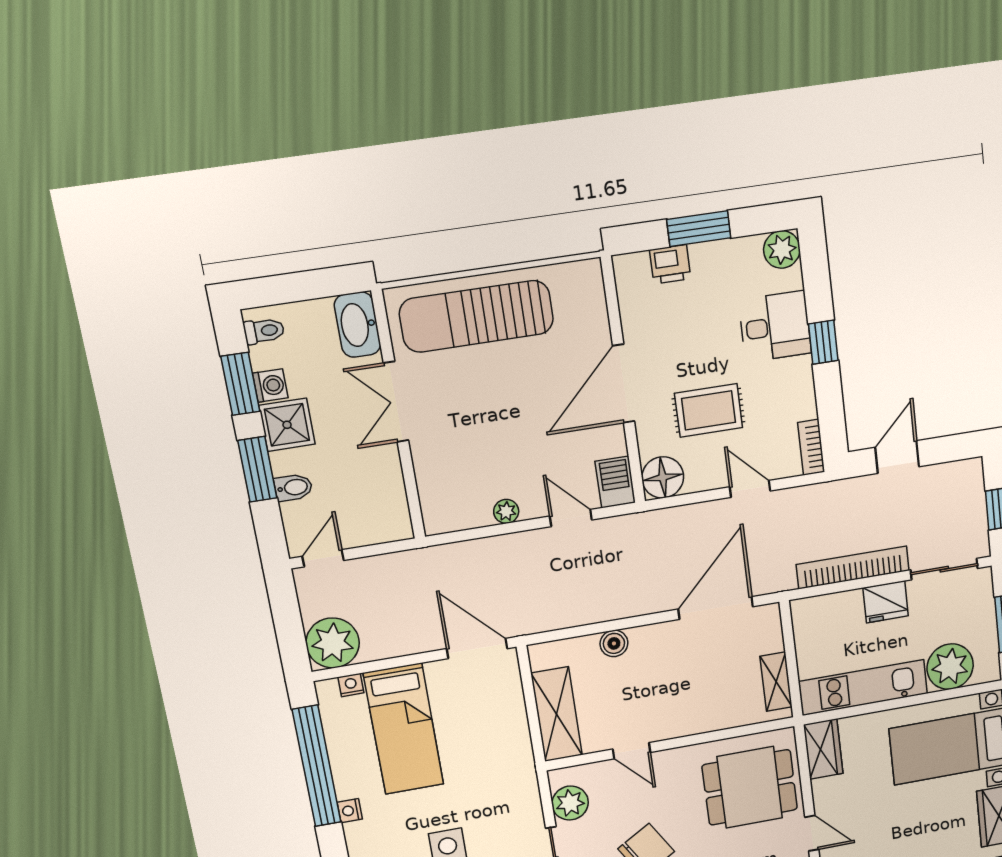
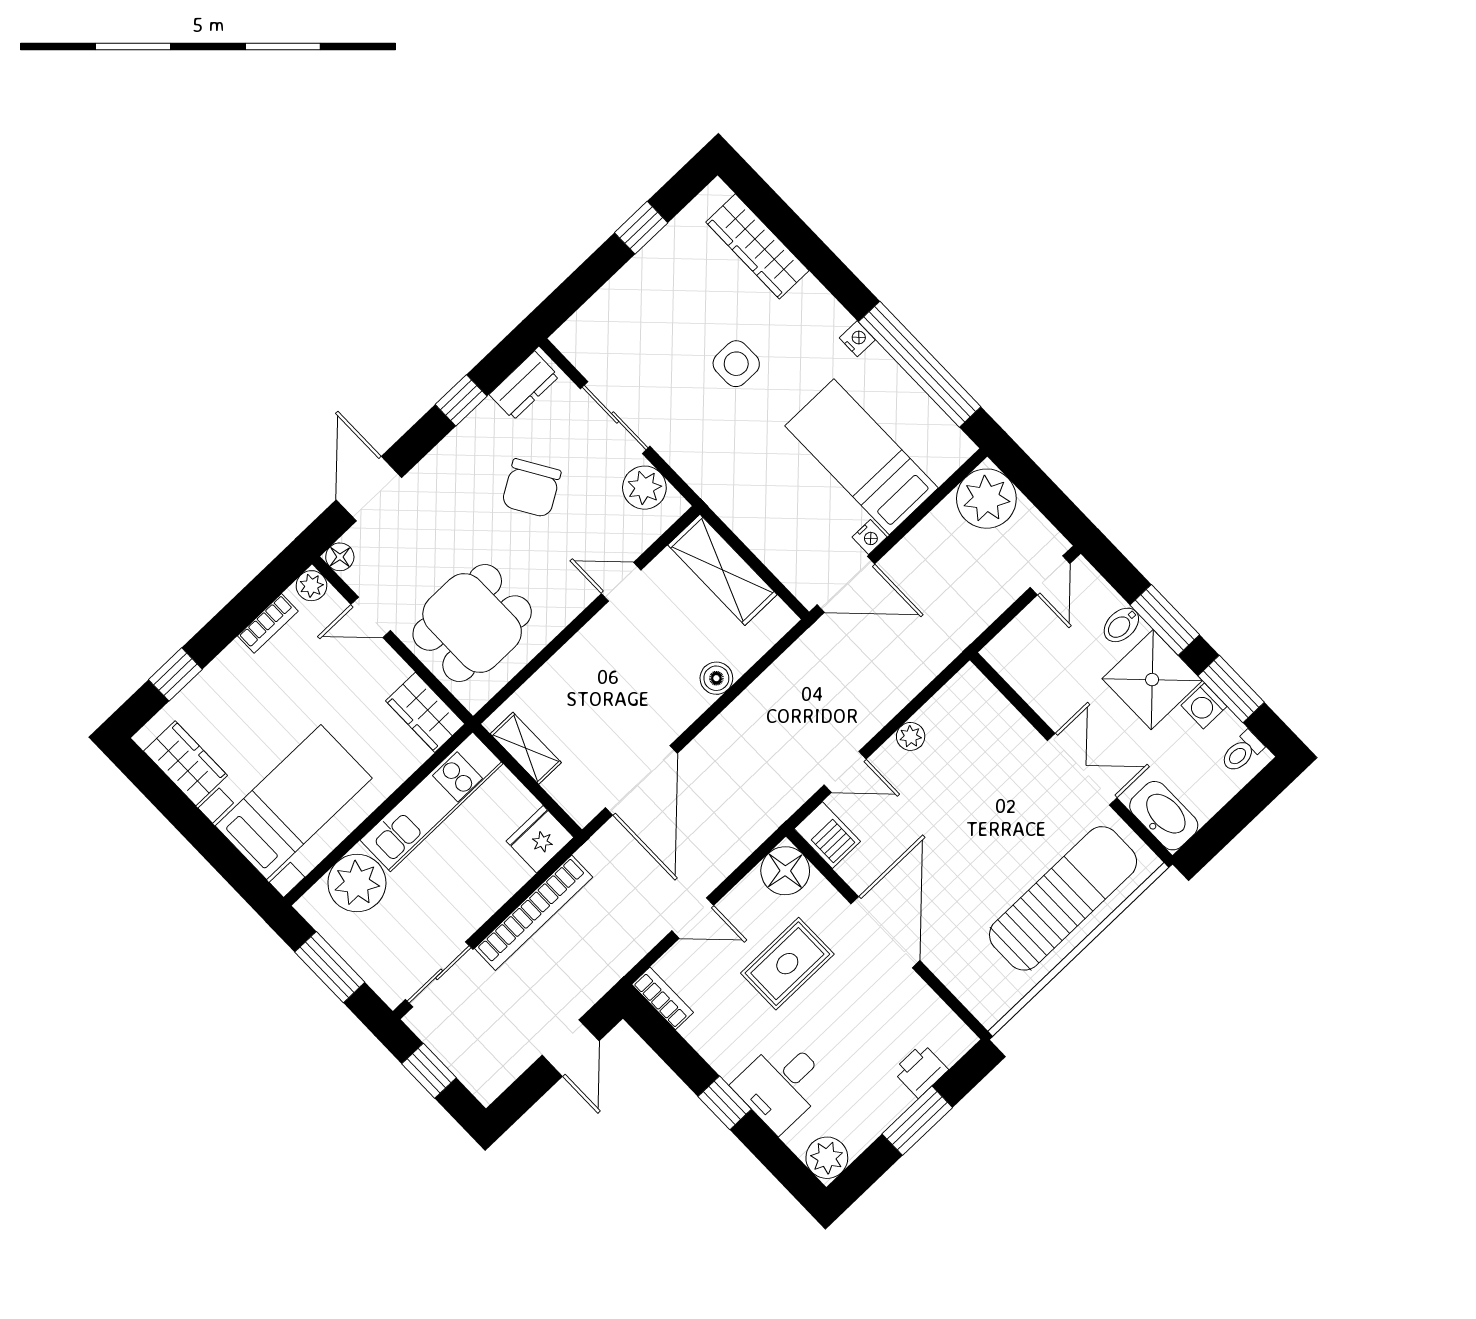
shower: (287, 425) -> (1152, 680), width x1.36, depth x1.36
fridge: (886, 602) -> (540, 839), moved
nightstand: (351, 685) -> (869, 537), moved

